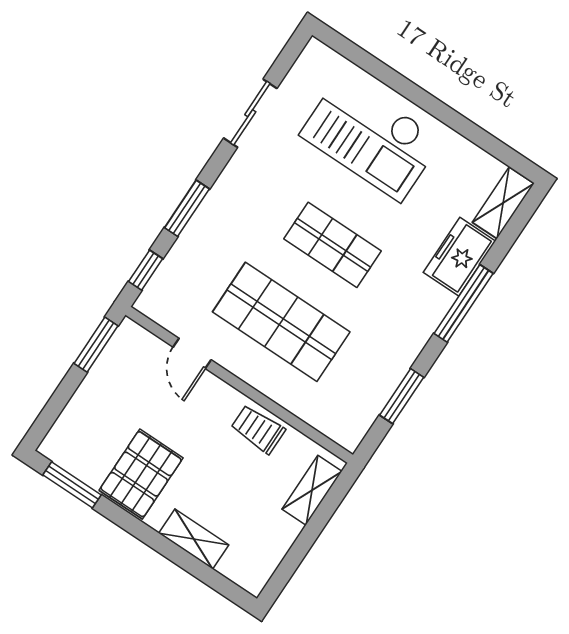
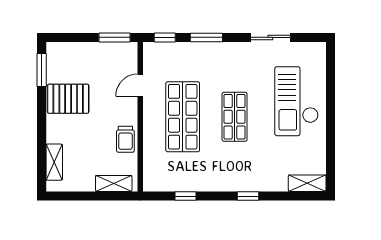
freezer: (459, 257) -> (268, 180), removed
window: (464, 303) -> (248, 196), width x0.46
window: (402, 396) -> (185, 196), width x0.67
trolley: (258, 429) -> (125, 139), turned 180
shelving: (194, 539) -> (54, 162), moved

